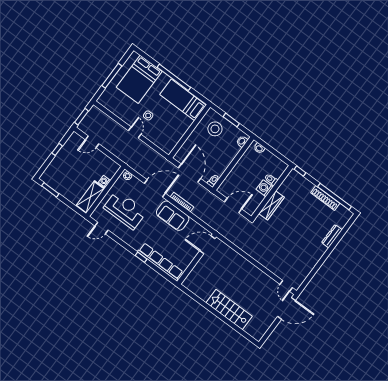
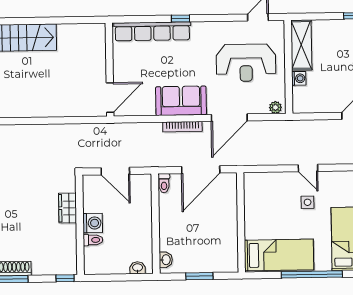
stool: (215, 129) -> (211, 249), removed
door: (189, 173) -> (201, 170), hinge flipped
wardrobe: (271, 205) -> (68, 208), width x0.67
door: (233, 206) -> (115, 171), hinge flipped

